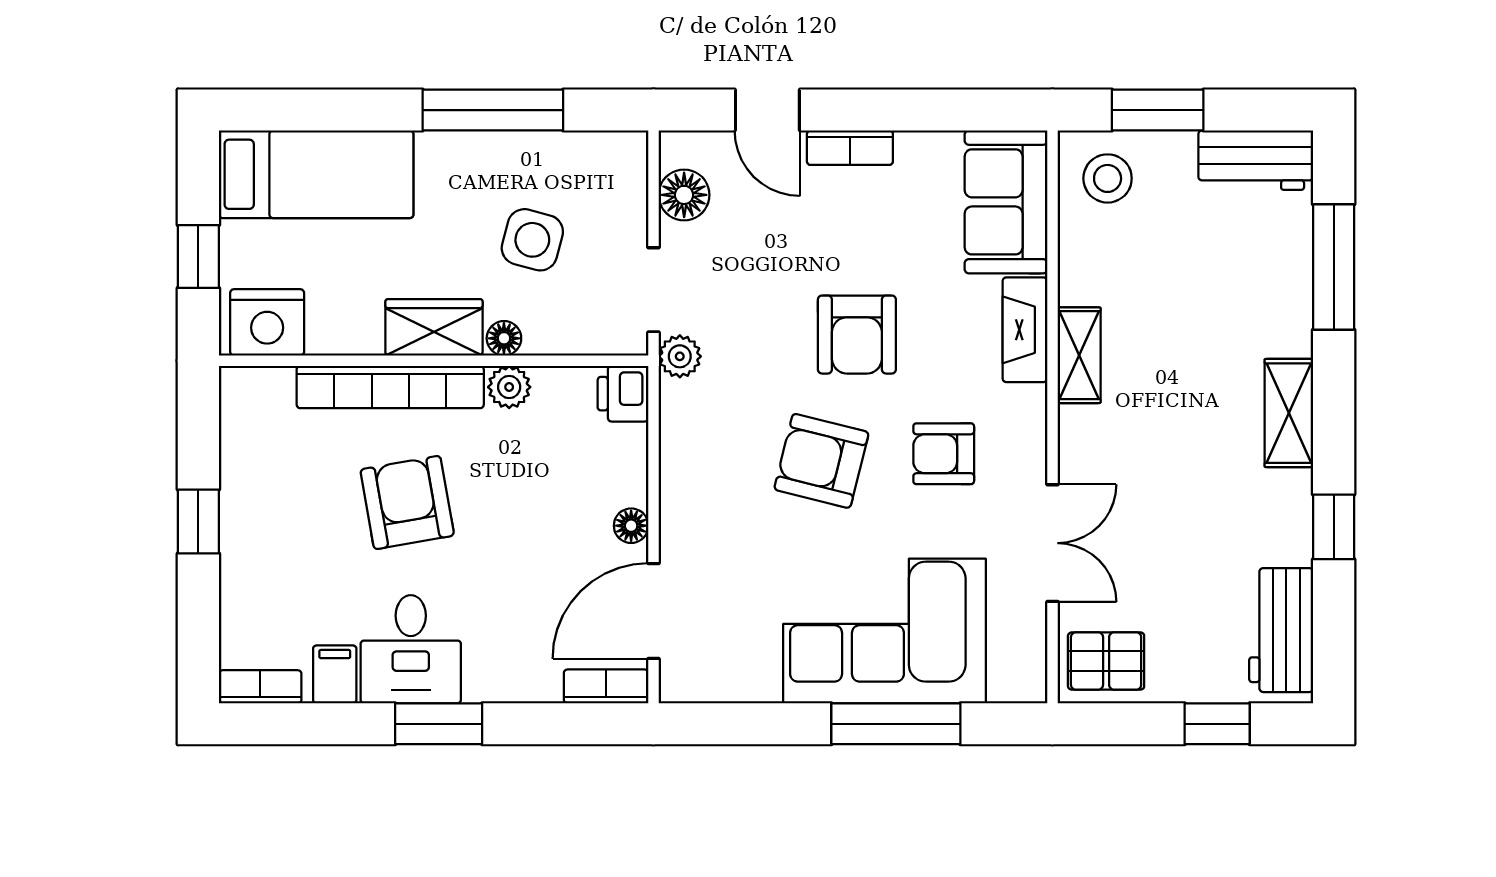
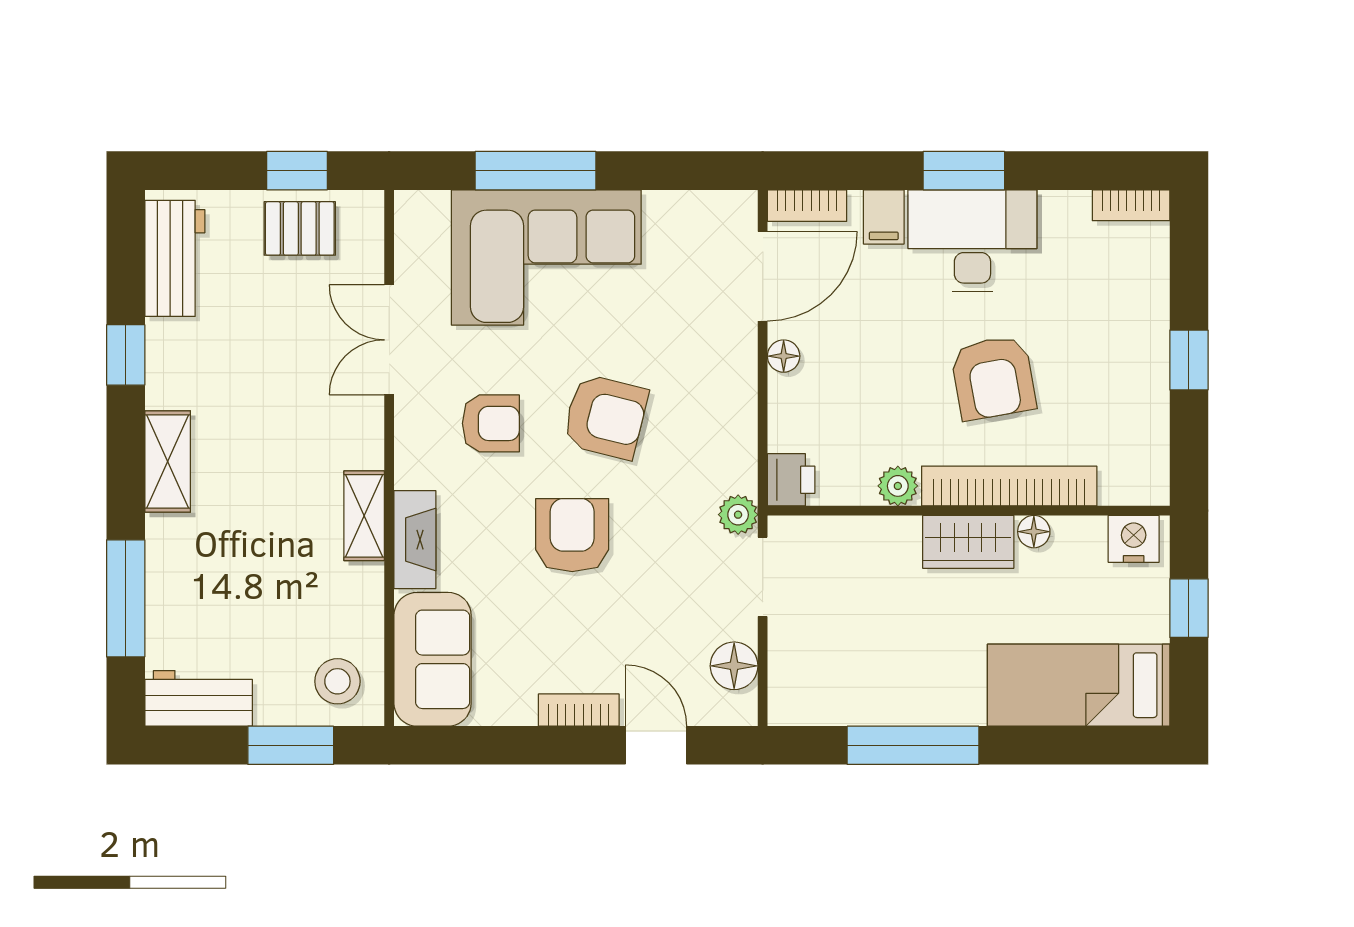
side table: (532, 240) -> (876, 624), removed
nightstand: (267, 322) -> (1134, 539), width x0.74, depth x0.75
floor lamp: (504, 338) -> (1034, 532), moved
desk: (411, 649) -> (972, 240), width x1.37
pallet: (1106, 661) -> (300, 228), moved
filing cabinet: (335, 674) -> (884, 217), moved
window: (1217, 724) -> (297, 171), moved

